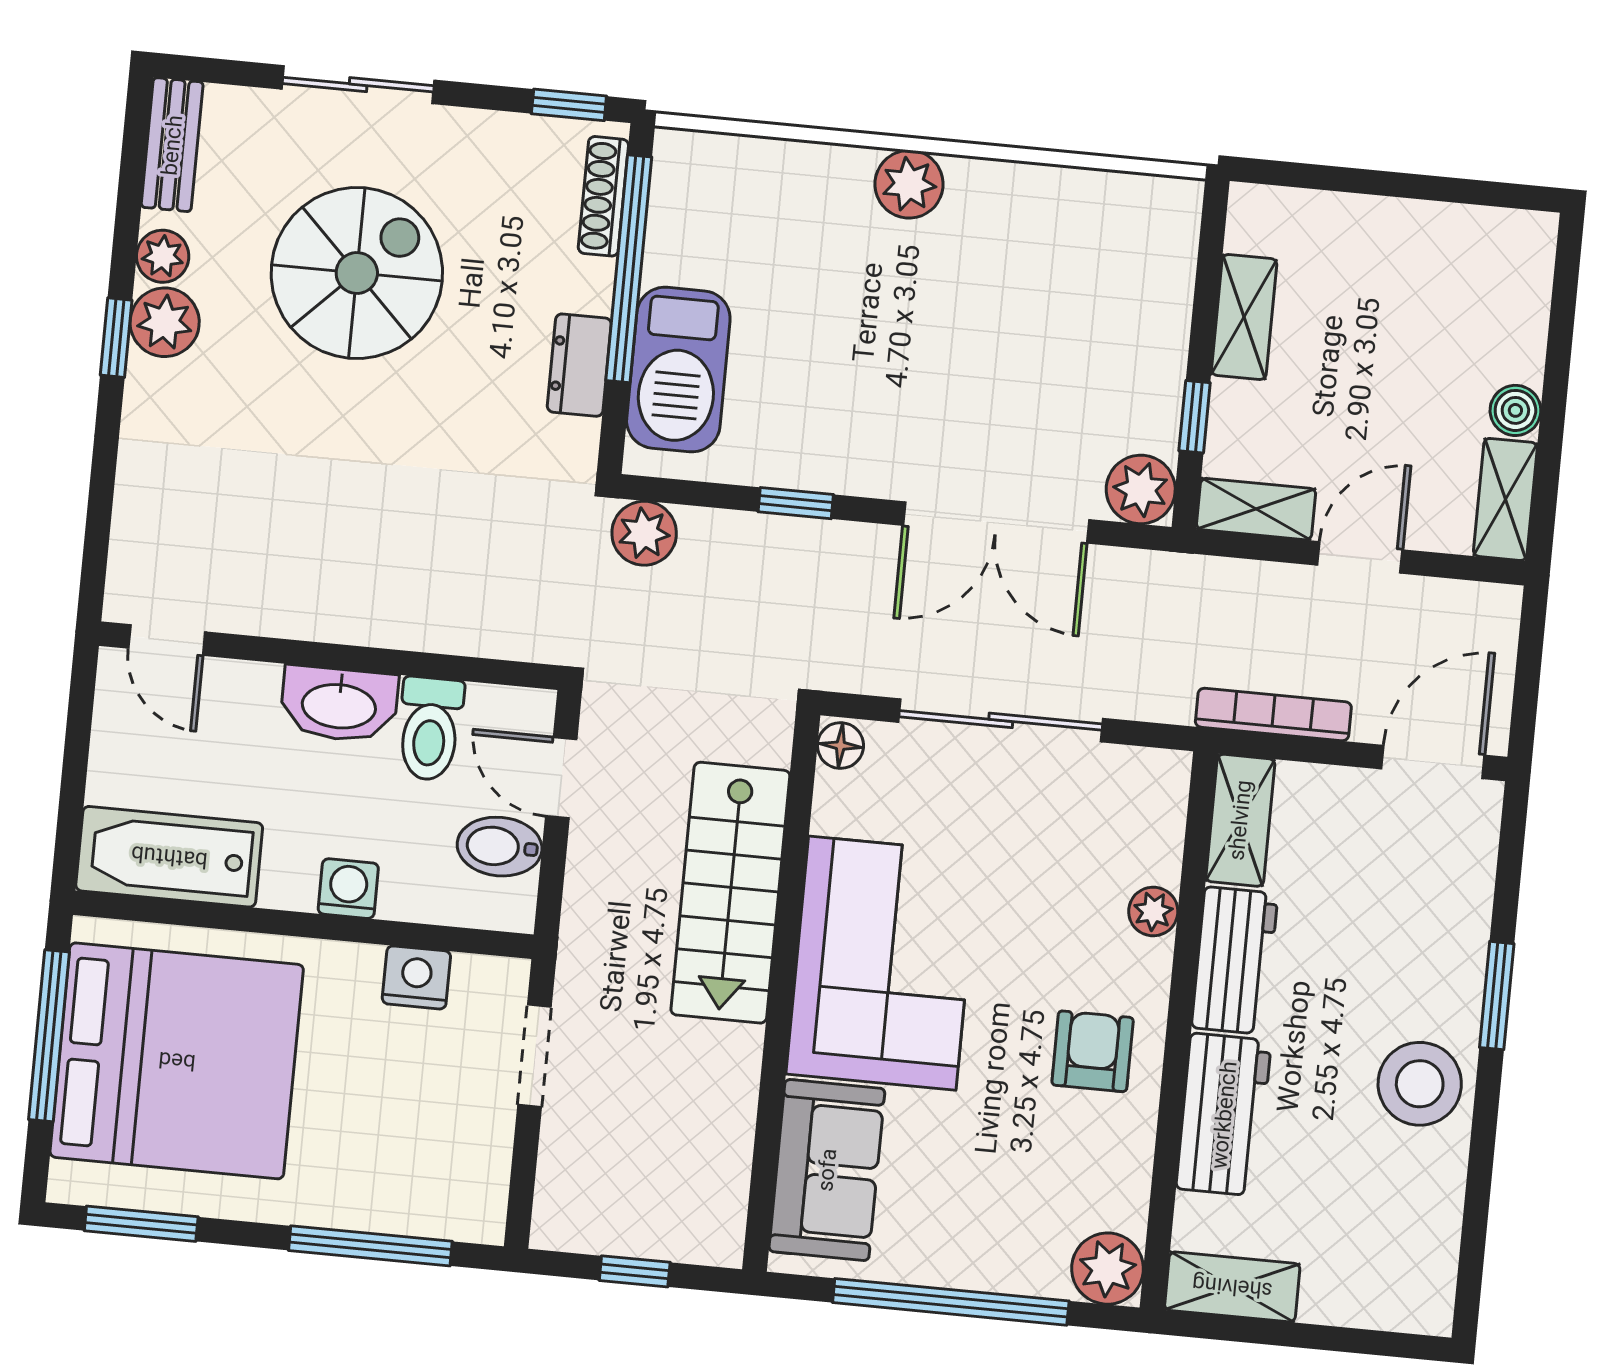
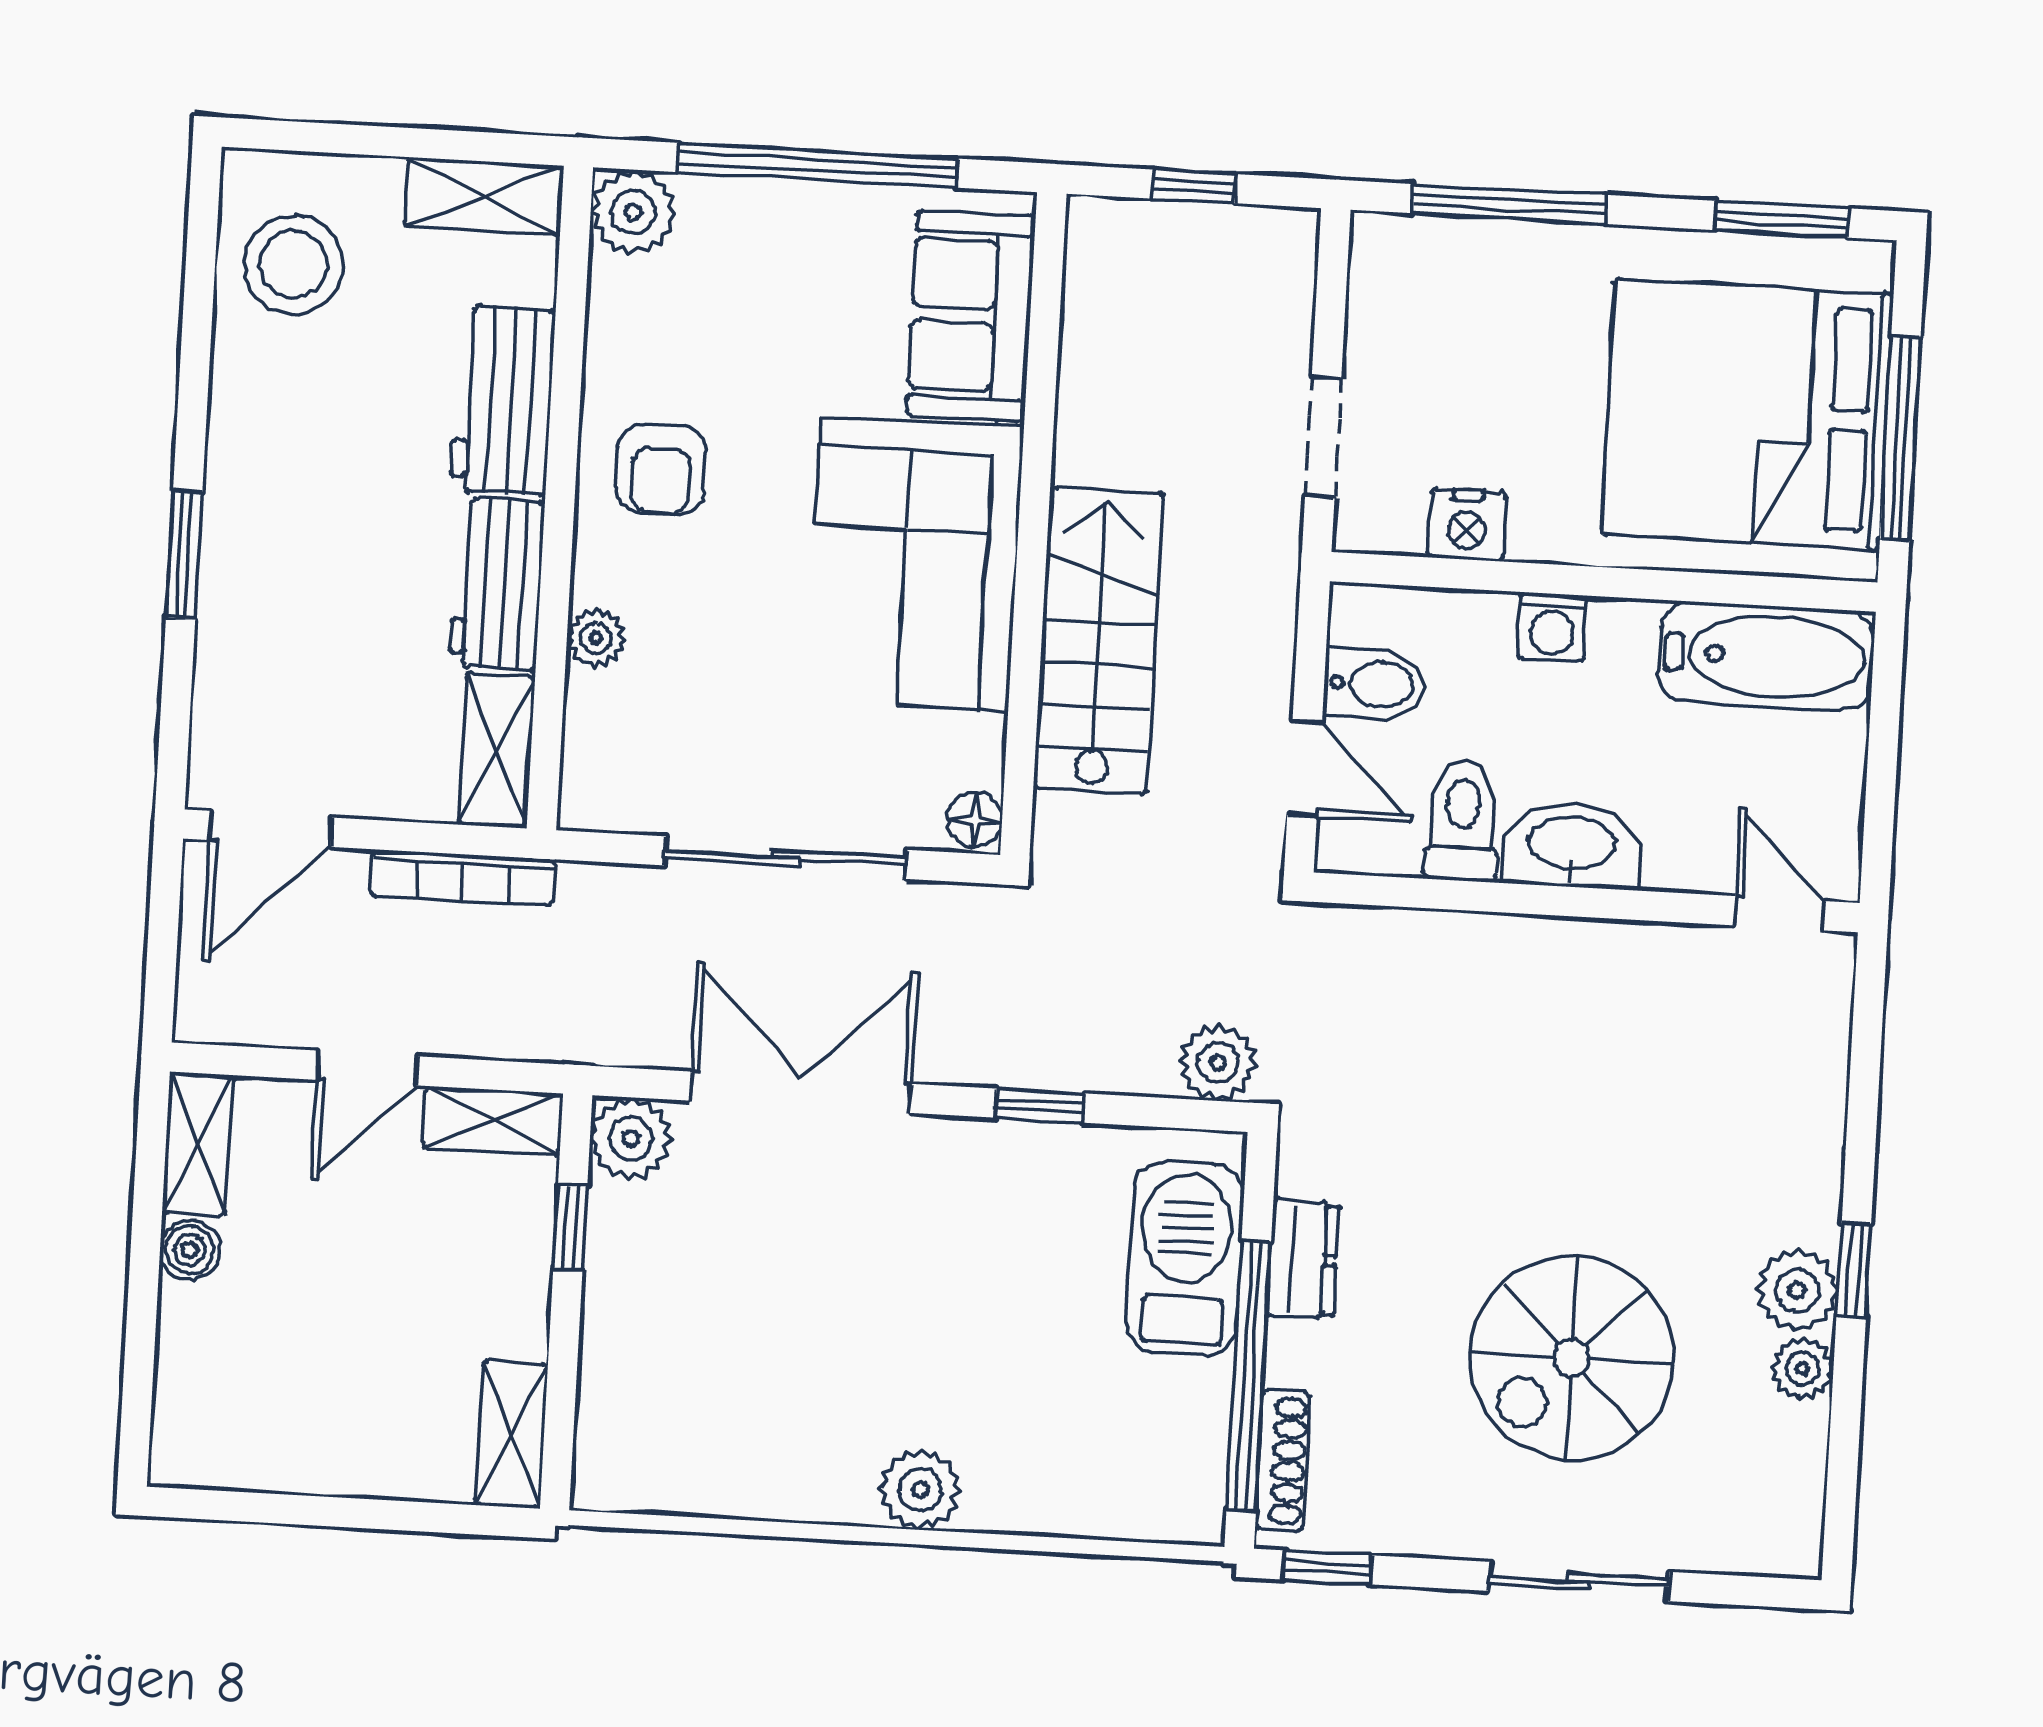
bench: (172, 145) -> (1797, 1501), removed
shelving: (1244, 317) -> (511, 1435), moved
stool: (1420, 1084) -> (293, 264), moved

